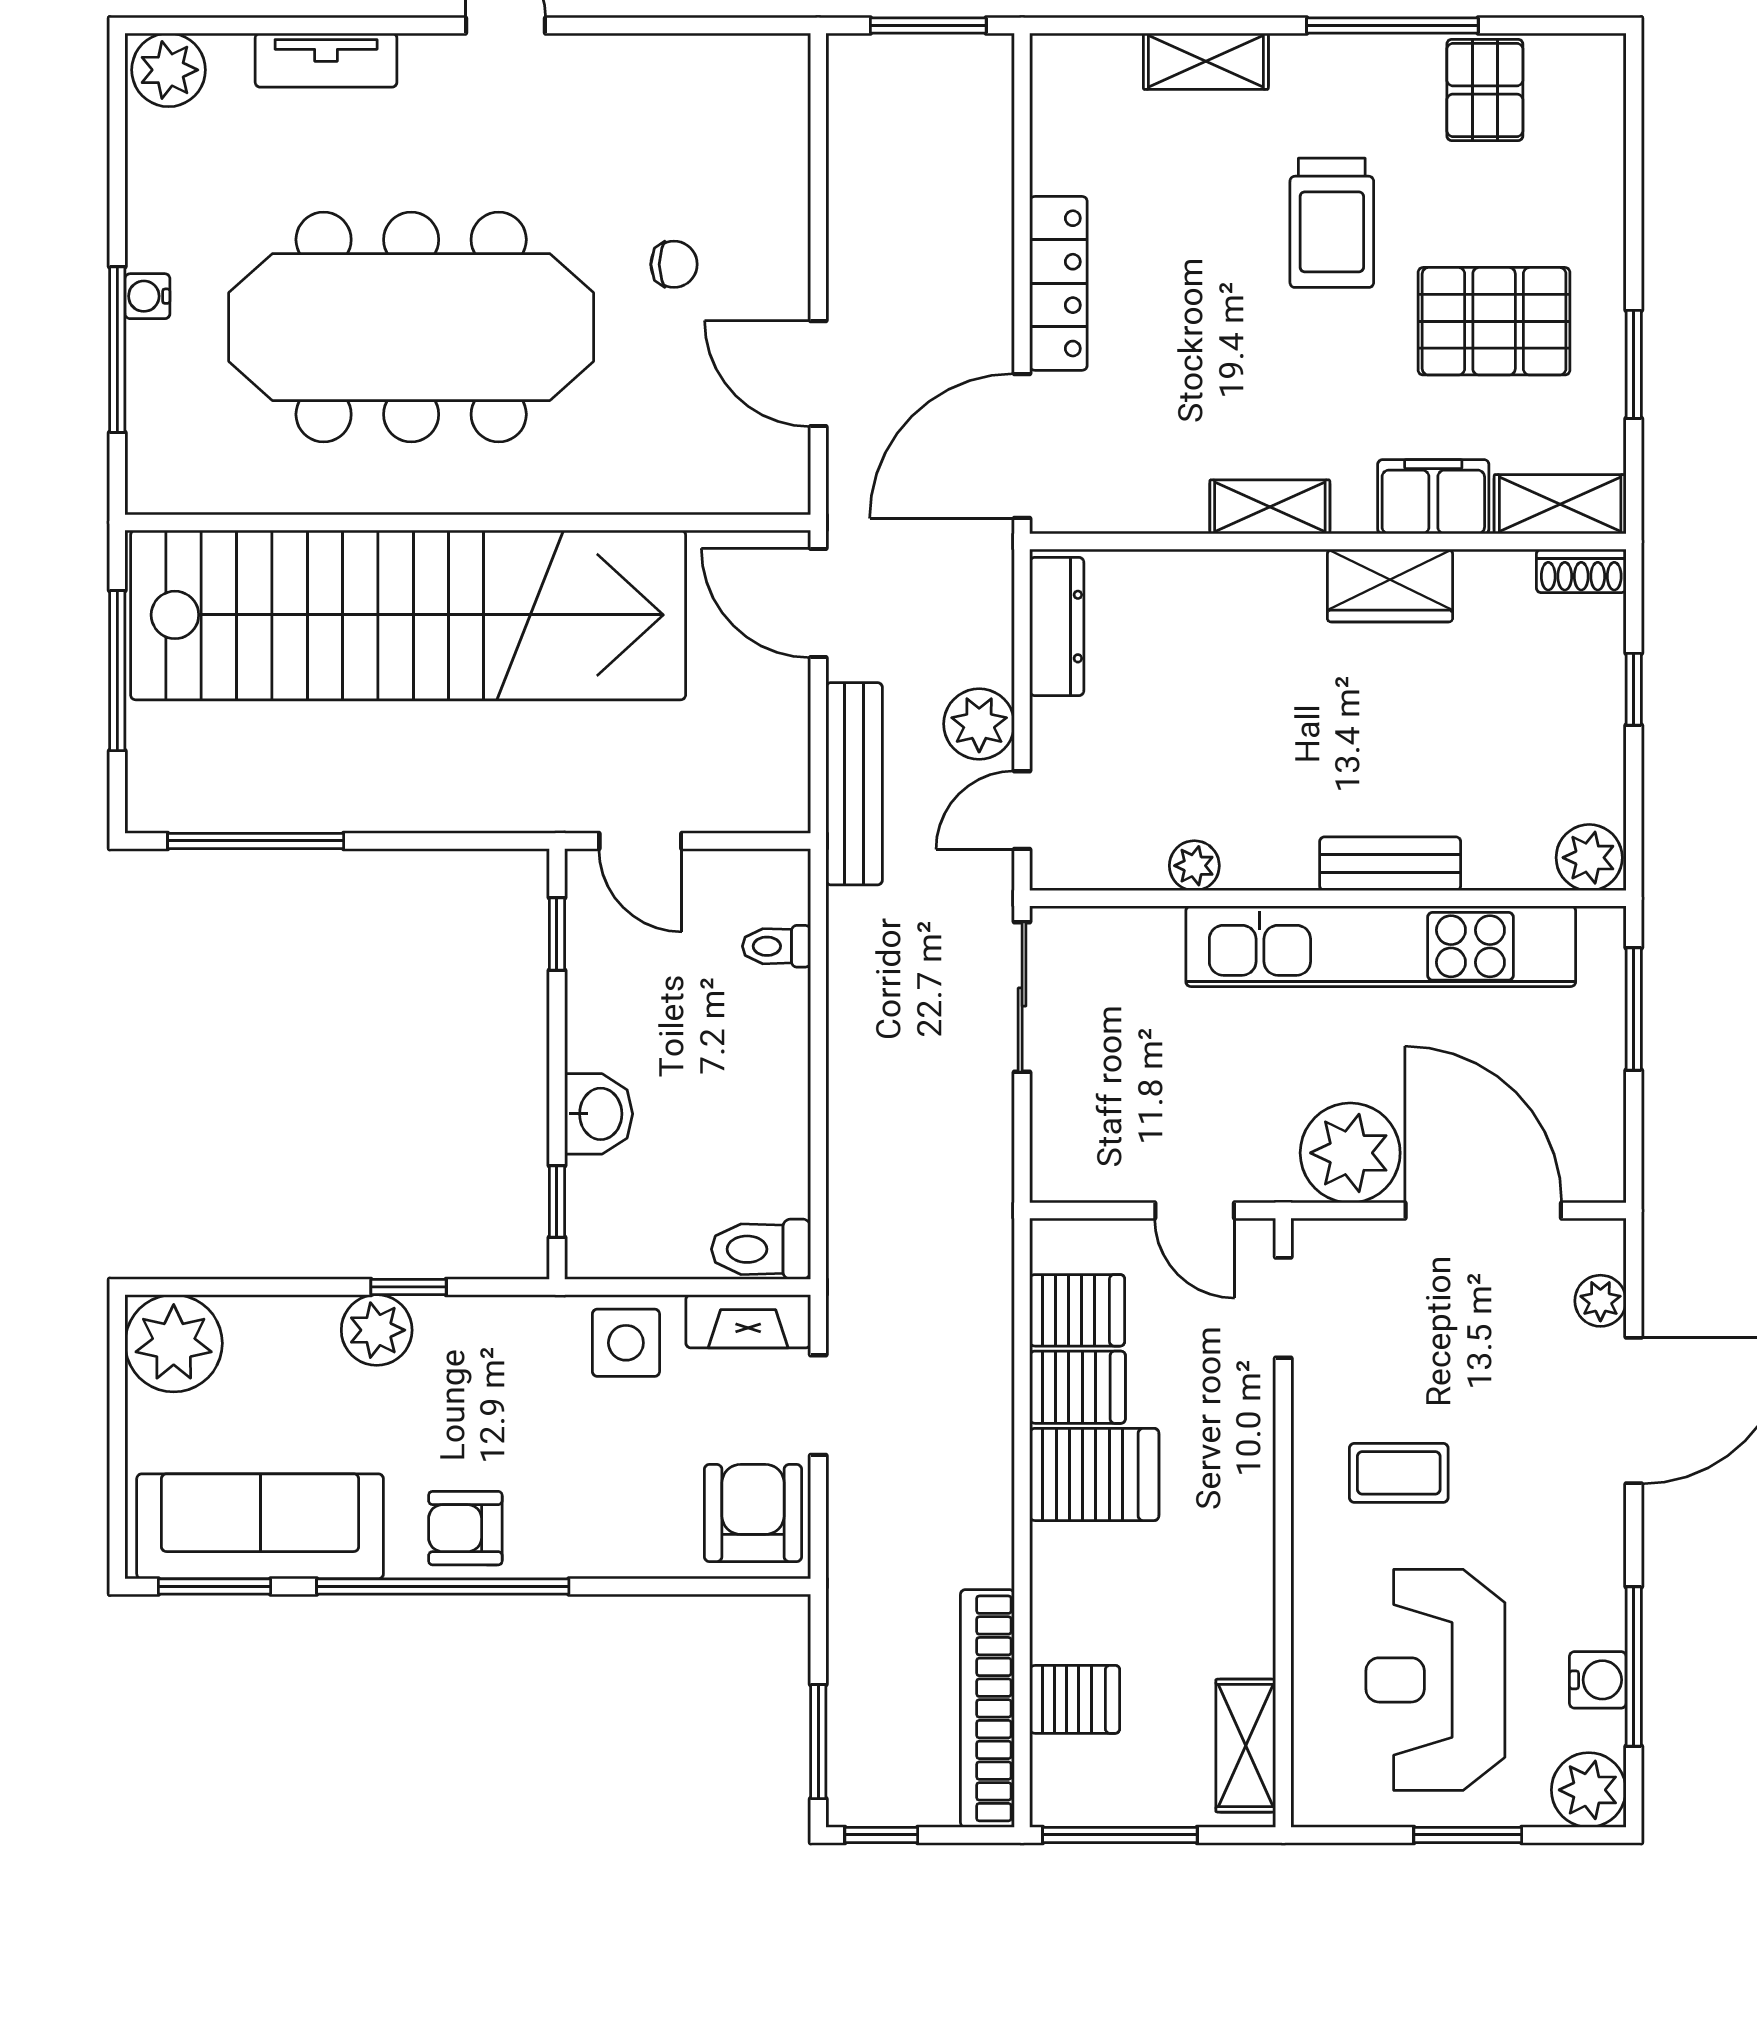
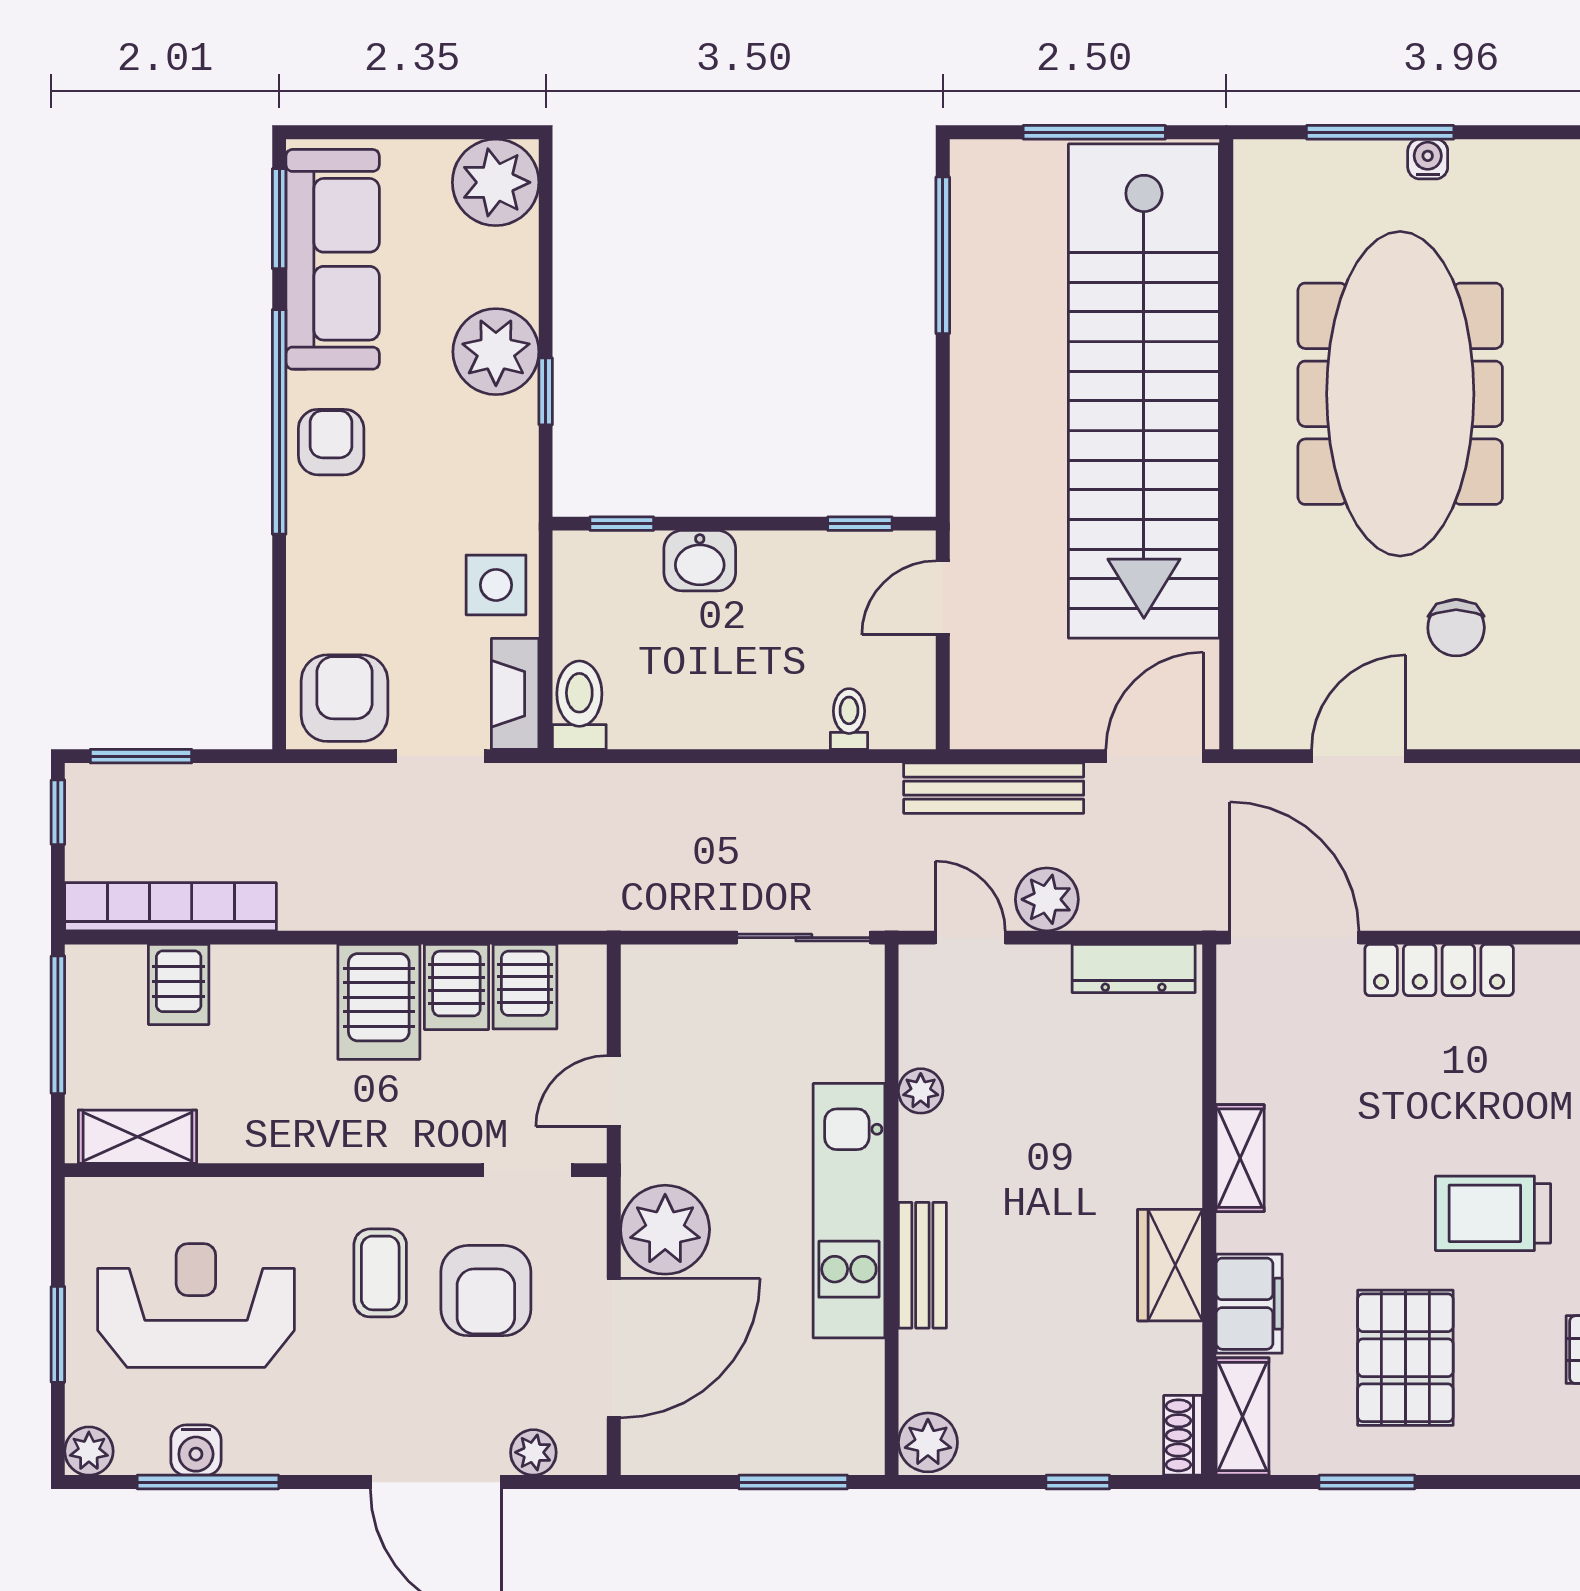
chair: (674, 264) -> (1456, 628), width x1.37, depth x1.37
kitchen unit: (1381, 946) -> (849, 1211), width x0.73
plant: (377, 1330) -> (496, 352), width x1.36, depth x1.36
armchair: (1419, 1354) -> (486, 1291), added
armchair: (753, 1513) -> (344, 698), turned -90
plant: (1589, 1790) -> (89, 1451), width x0.73, depth x0.73

